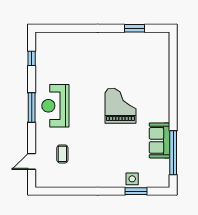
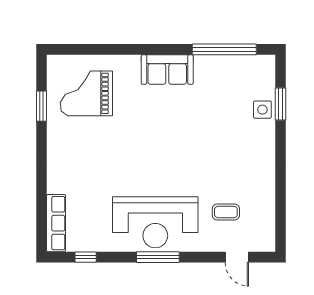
row of seats: (55, 38) -> (56, 223), added
reception desk: (55, 106) -> (155, 222), width x1.36, depth x1.30
grand piano: (120, 106) -> (86, 93), moved
sofa: (159, 140) -> (167, 70), moved

